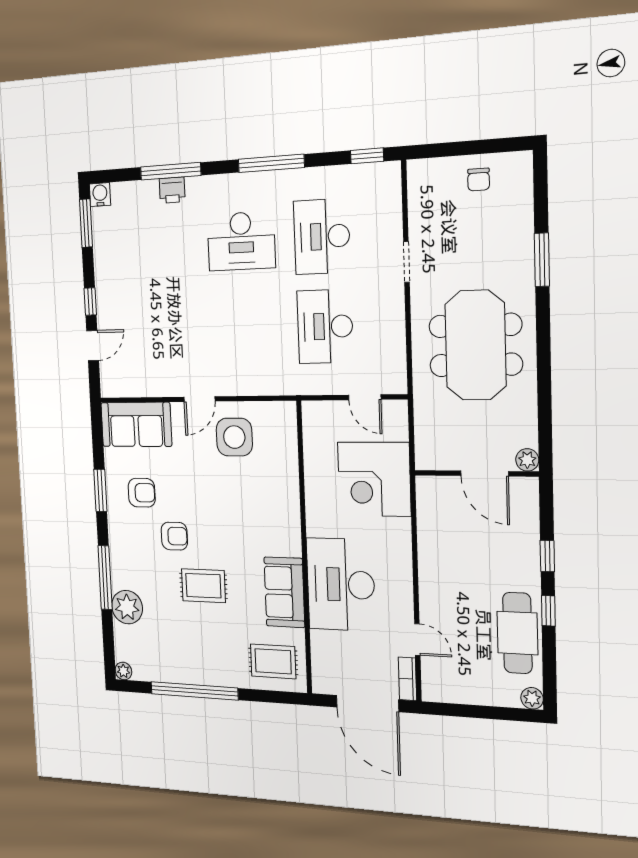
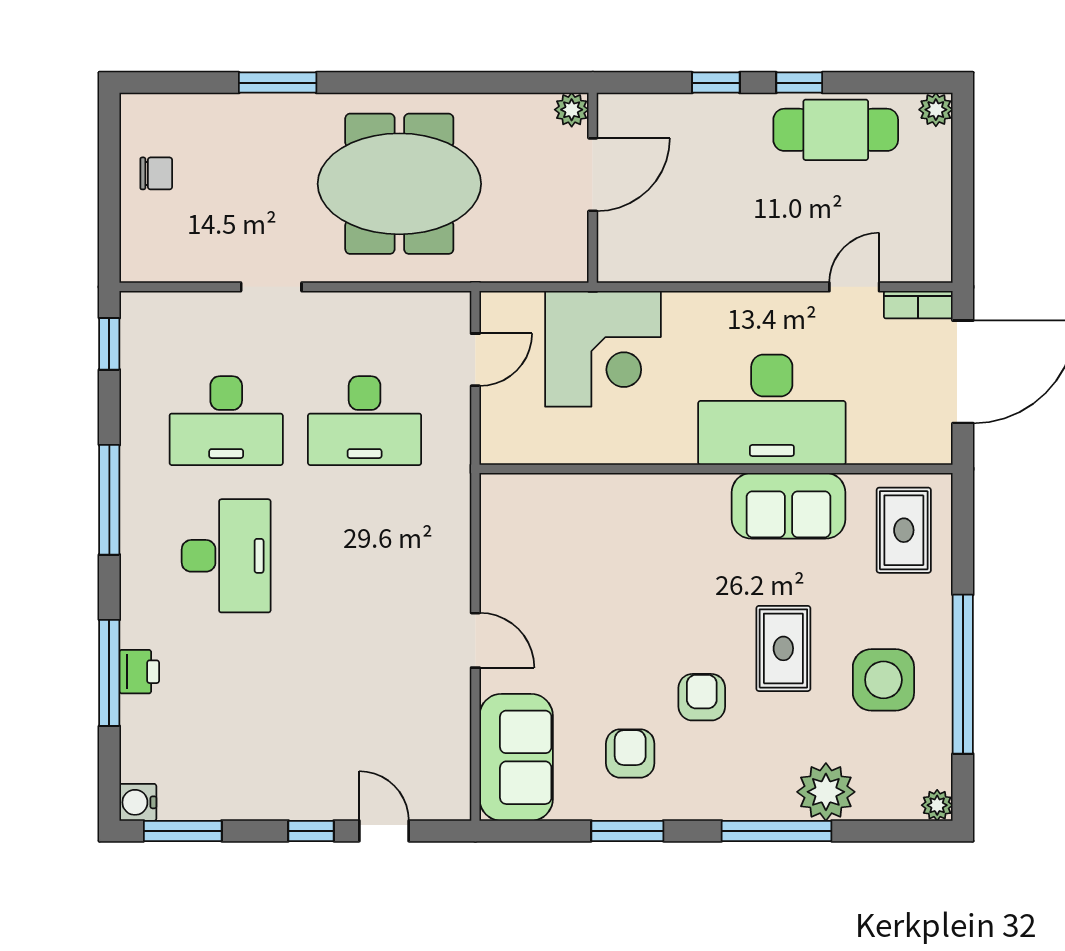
side table: (234, 437) -> (883, 680), moved

